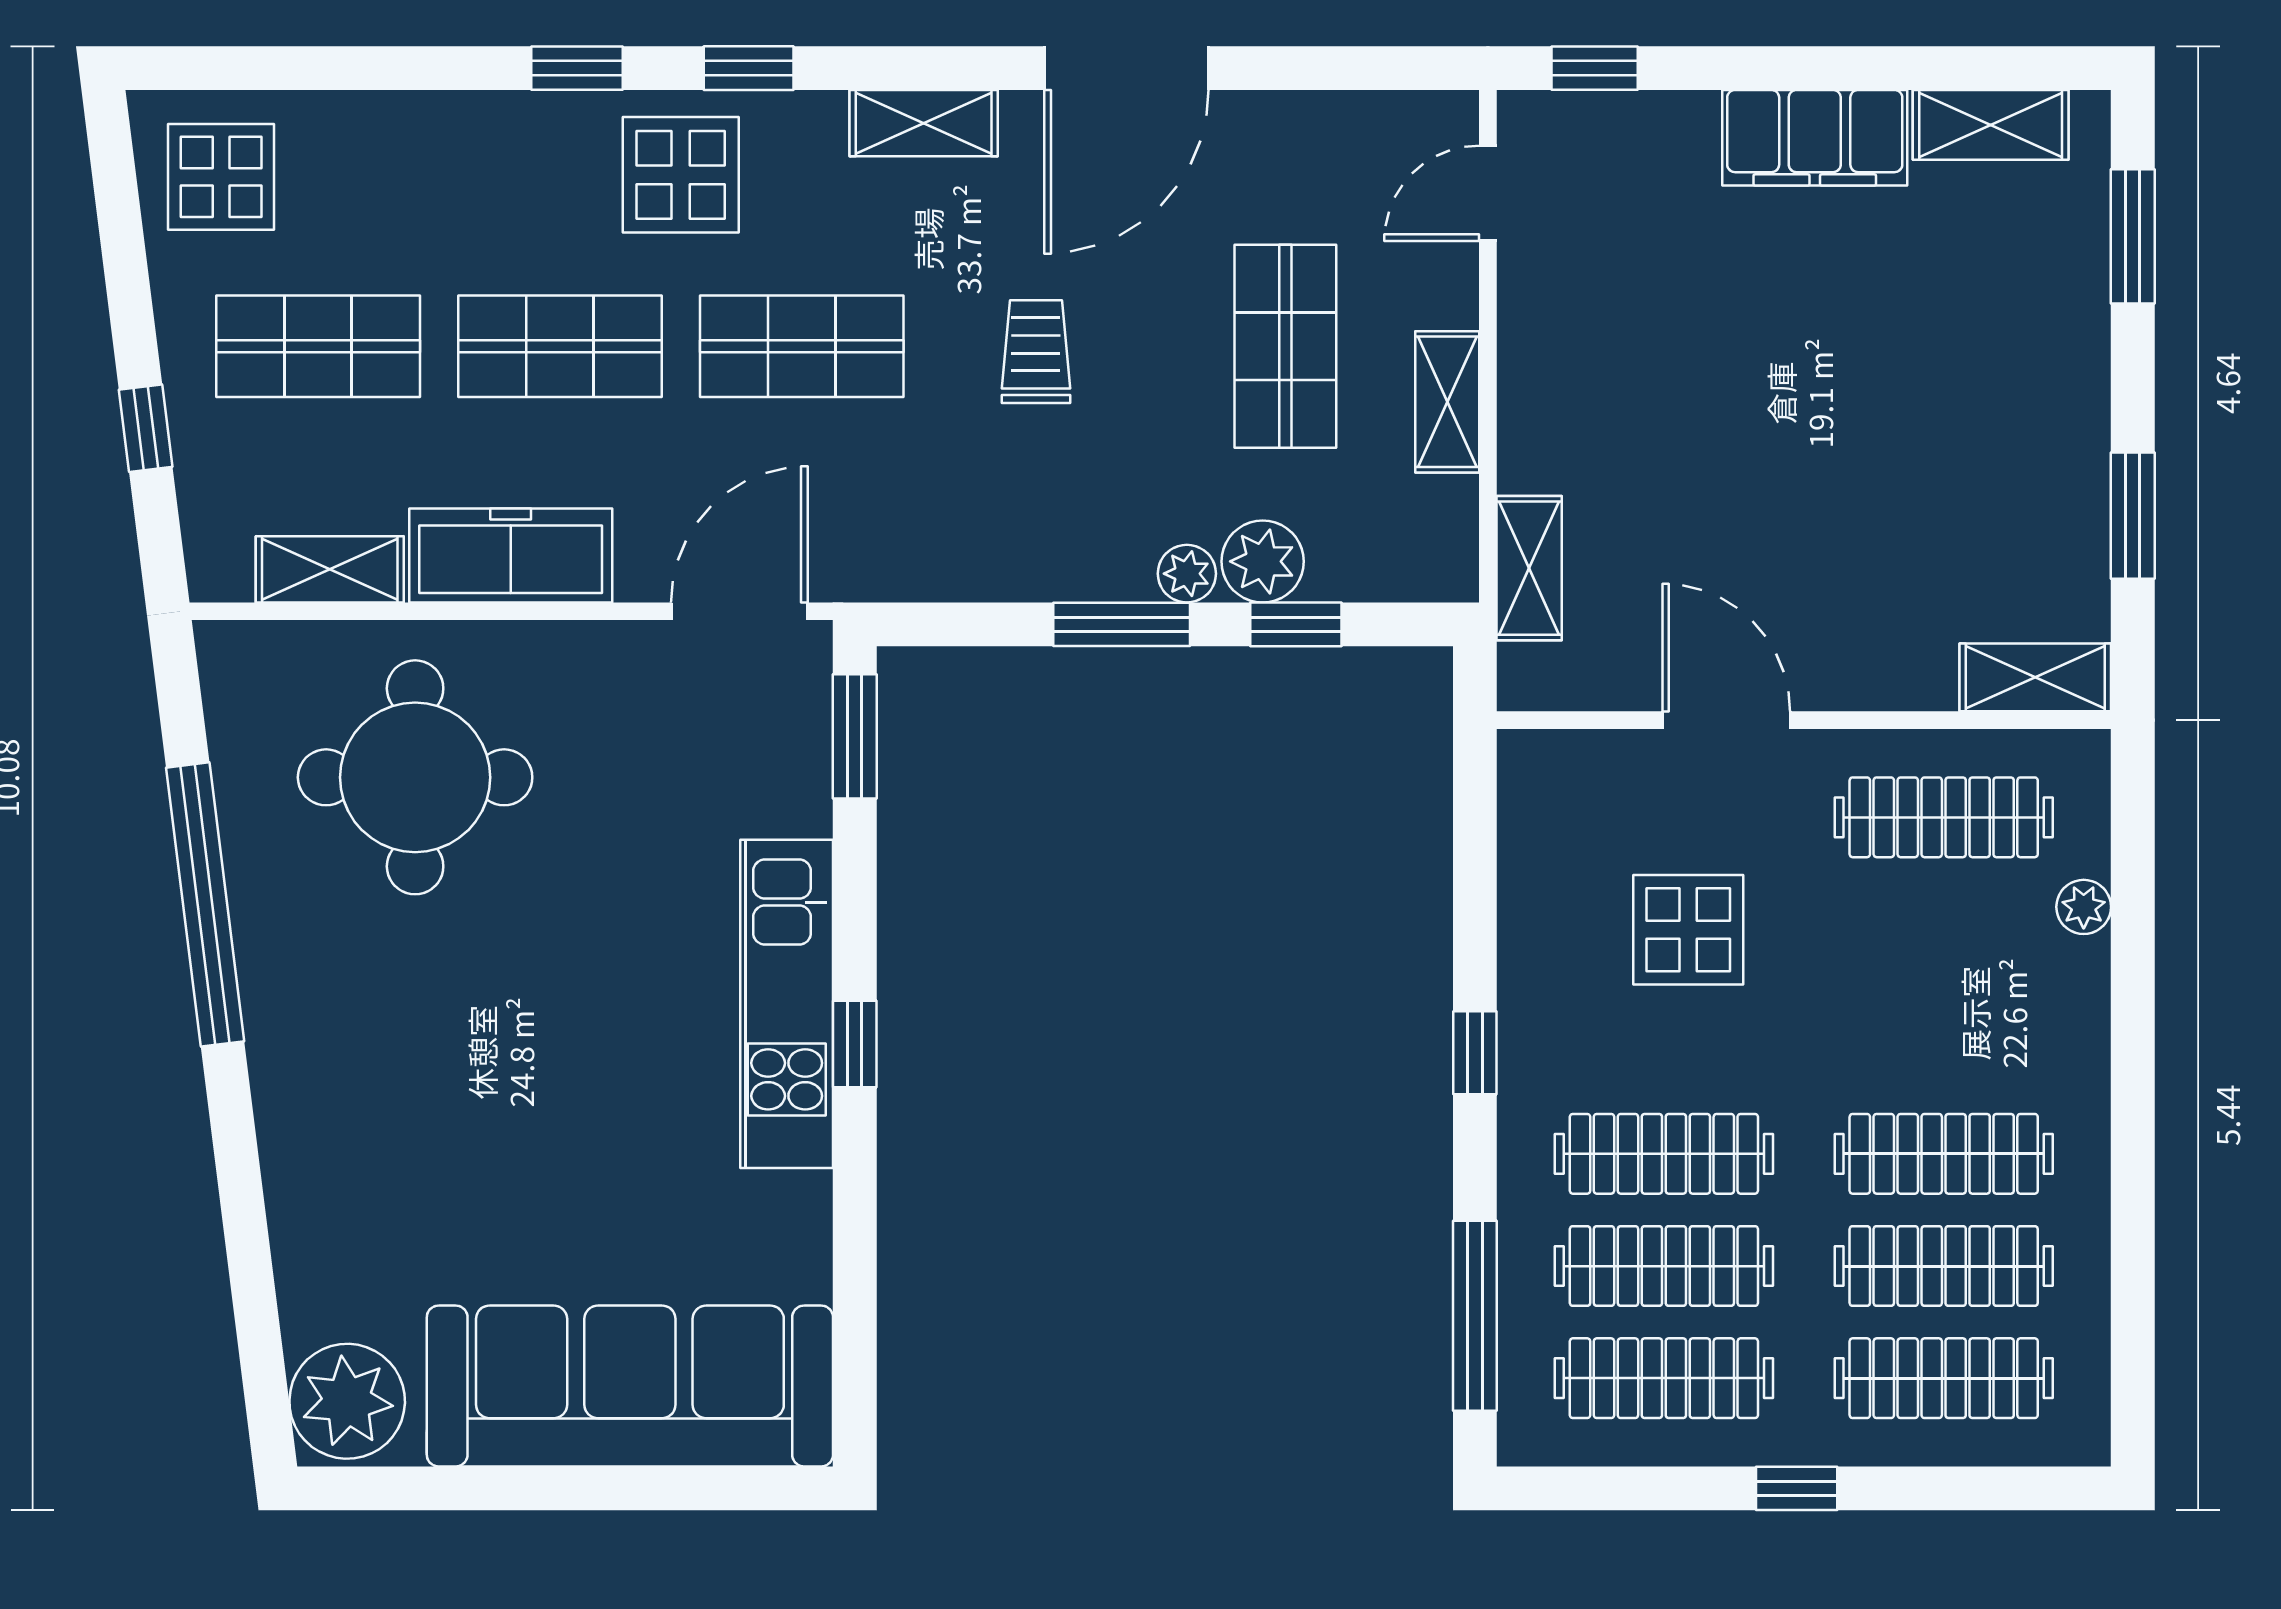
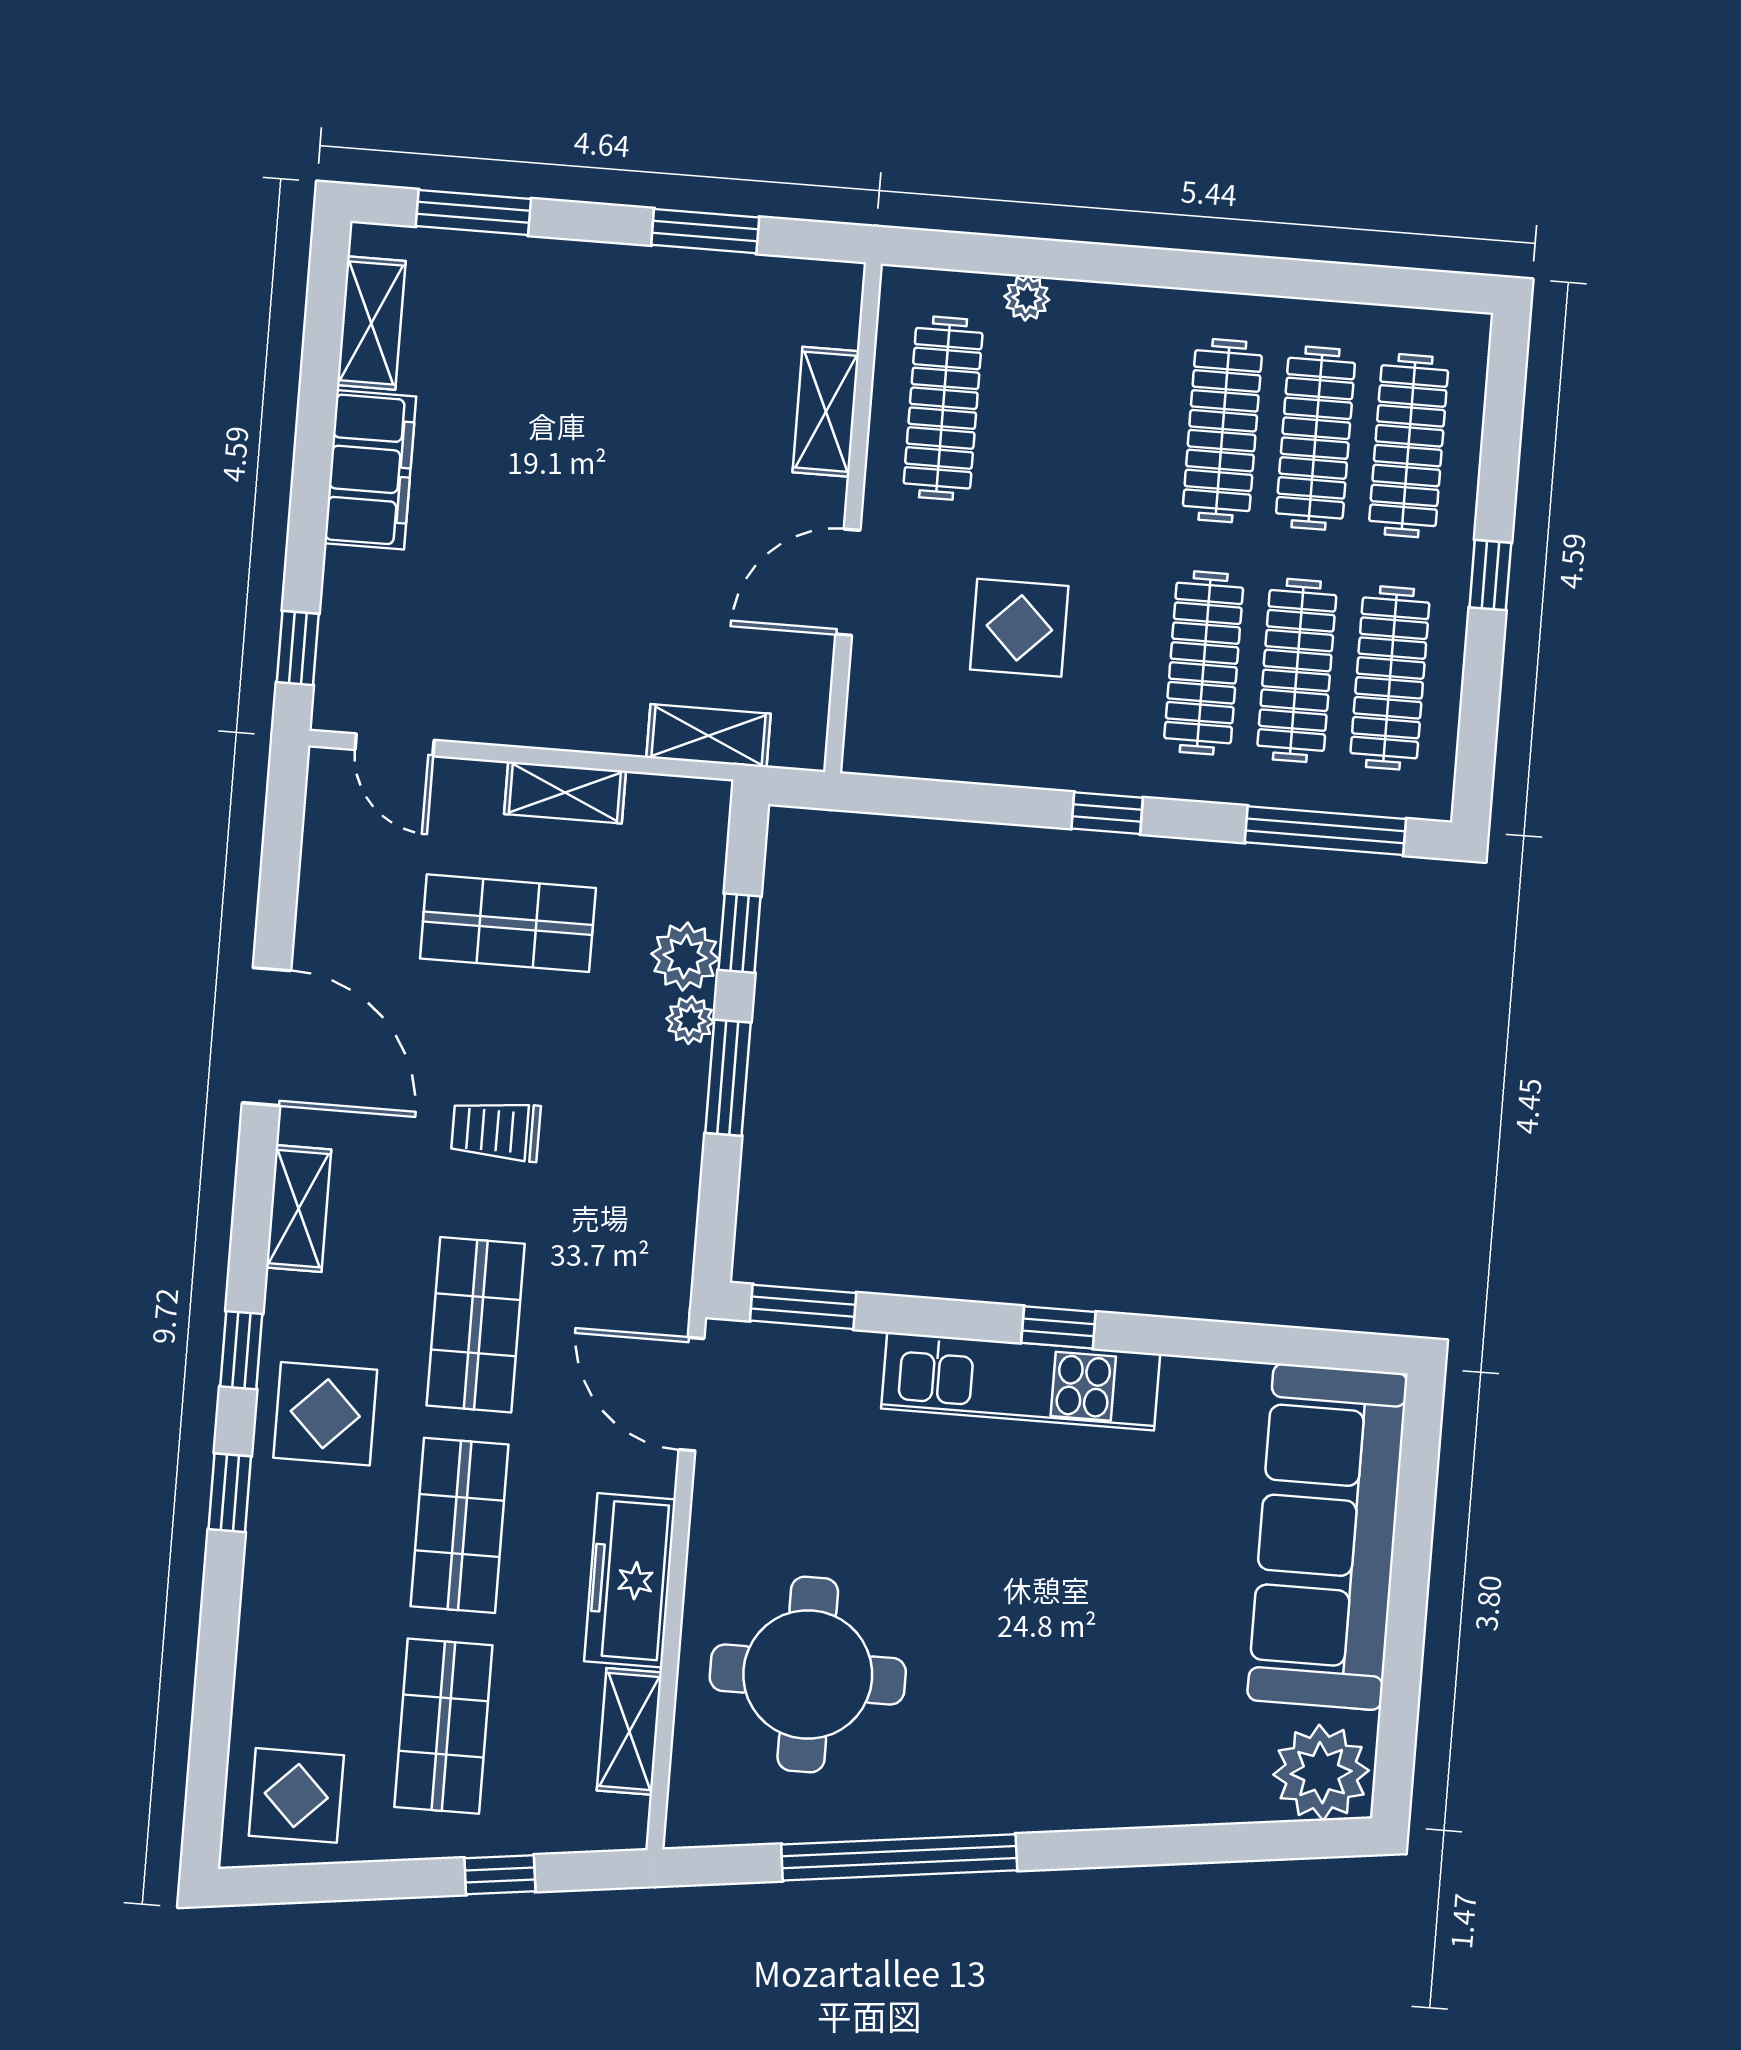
shelving: (2035, 677) -> (826, 412), moved

